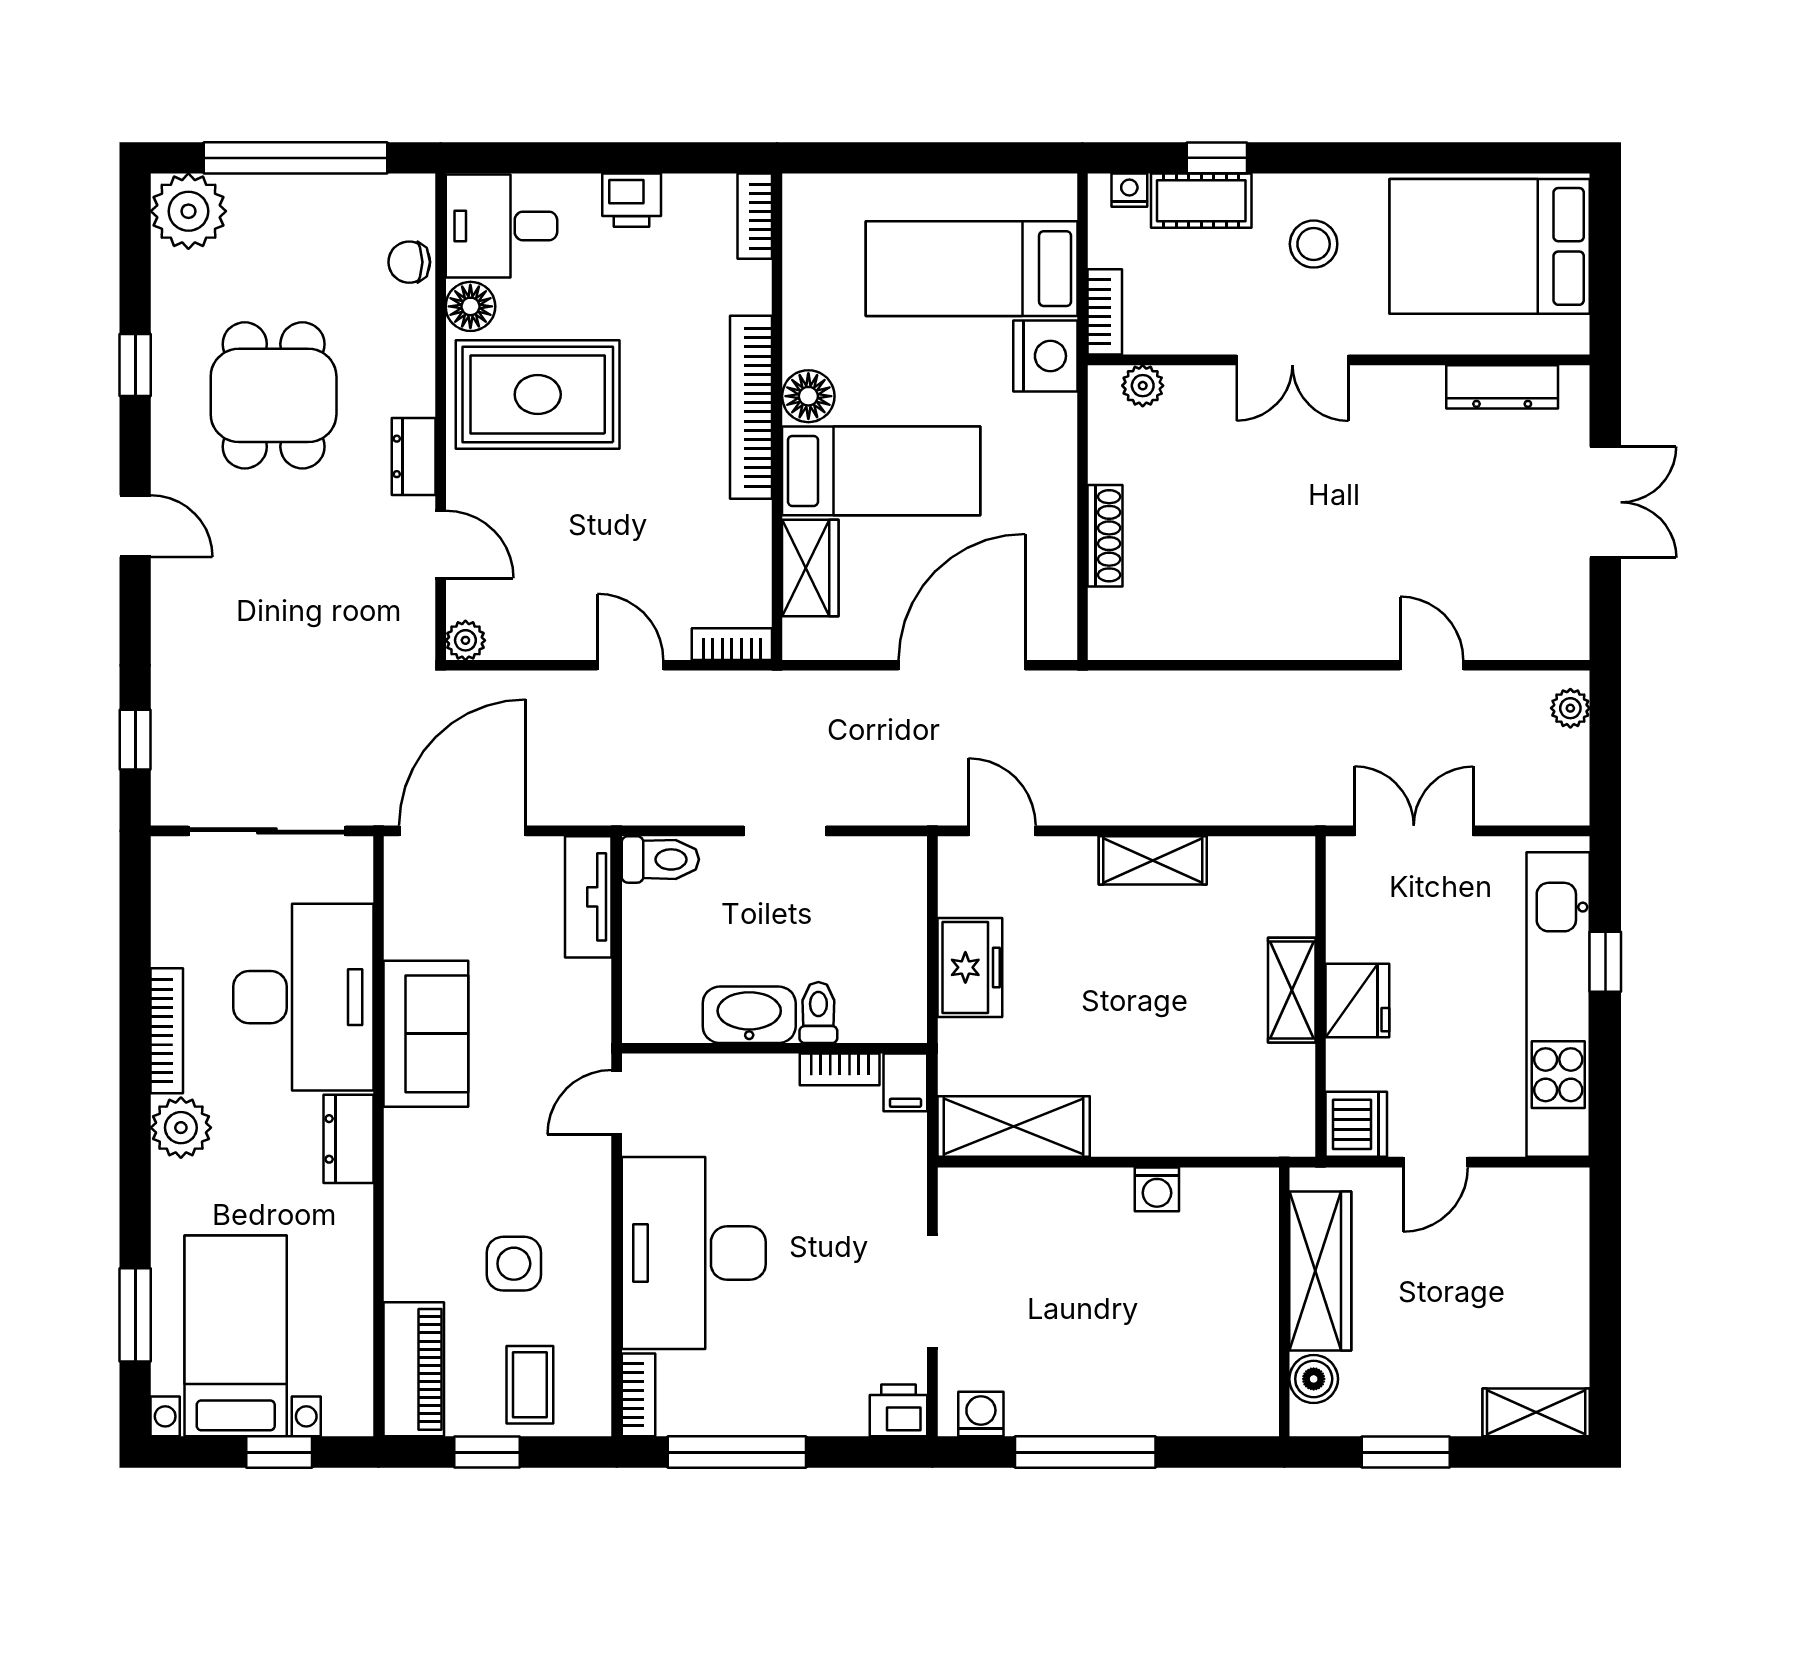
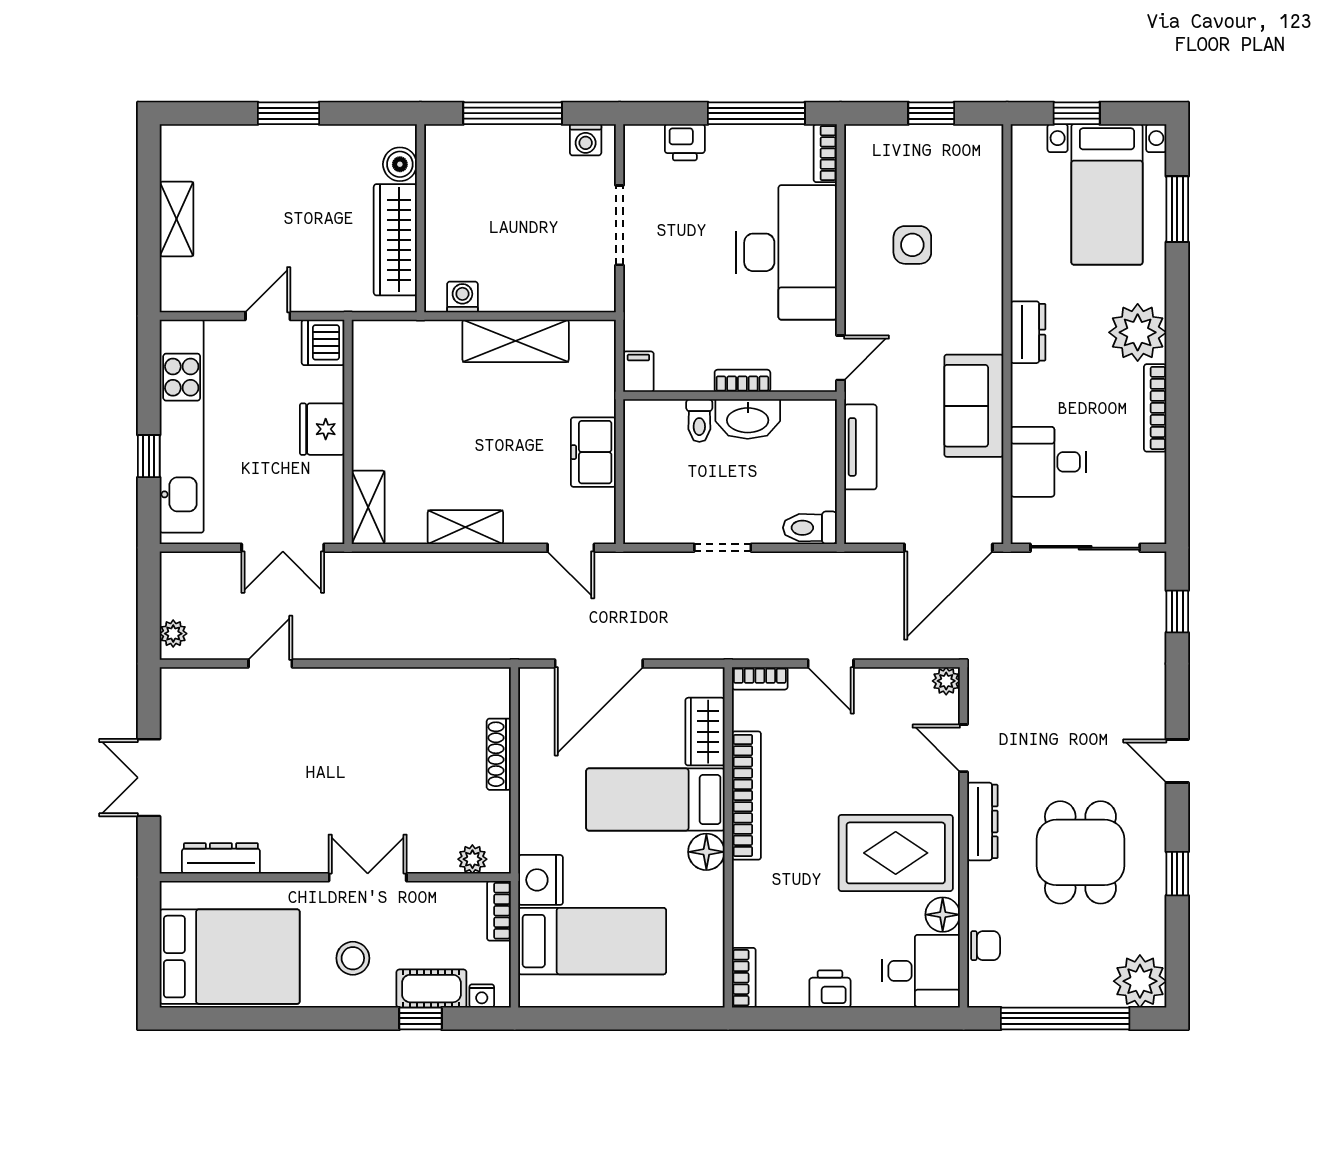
bookcase: (751, 407) -> (746, 796), moved
dresser: (414, 456) -> (982, 821), width x1.44
door: (1432, 665) -> (270, 664), swing flipped
tv unit: (588, 897) -> (860, 447), moved
shelving: (1292, 990) -> (368, 507), moved
desk: (303, 997) -> (1048, 462), width x0.53, depth x0.77
bookcase: (840, 1069) -> (742, 381), moved
shelving: (1014, 1127) -> (516, 341), moved
plant: (181, 1128) -> (1138, 332), width x1.36, depth x1.36
wardrobe: (1320, 1271) -> (395, 240), moved
wall: (1284, 1302) -> (420, 218), moved
piano: (414, 1369) -> (982, 171), removed
boiler: (1314, 1379) -> (400, 164), moved
coffee table: (530, 1385) -> (901, 160), removed
printer: (899, 1410) -> (685, 142), moved
shelving: (1536, 1412) -> (177, 219), moved, turned 90

